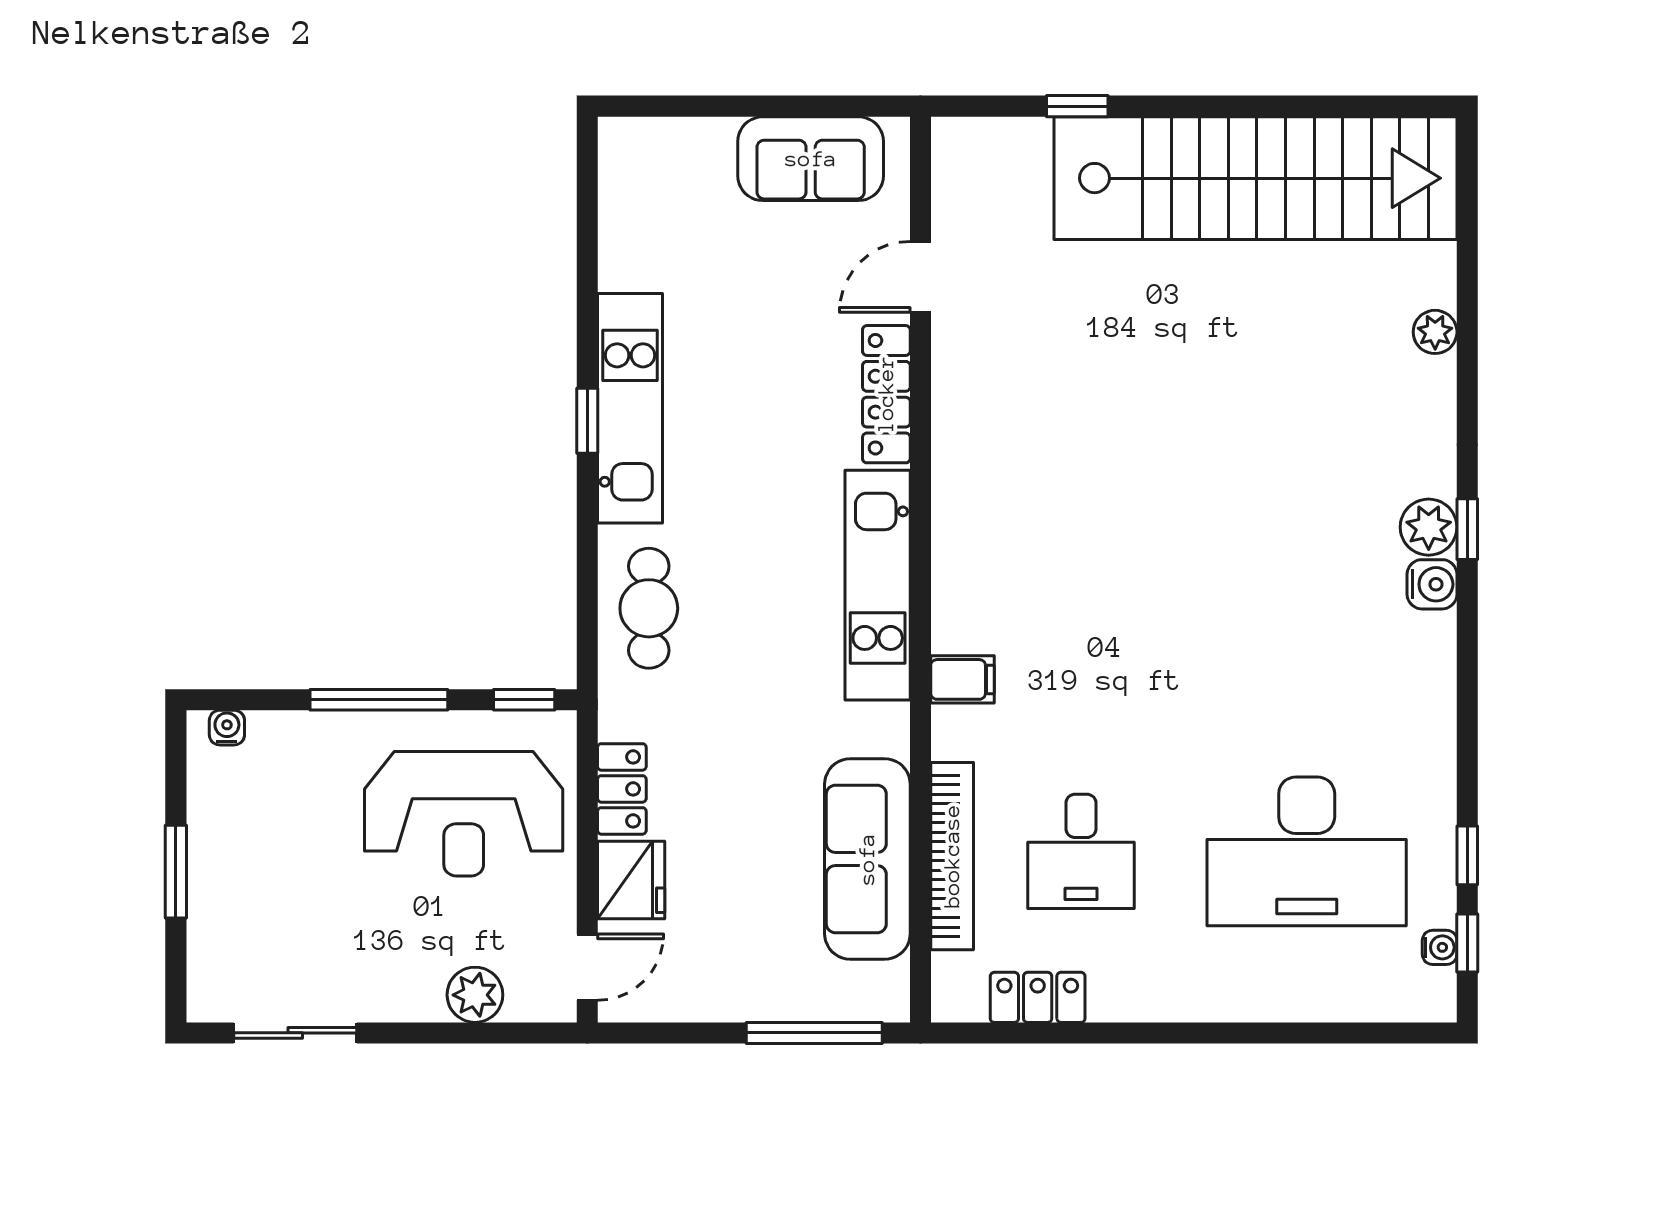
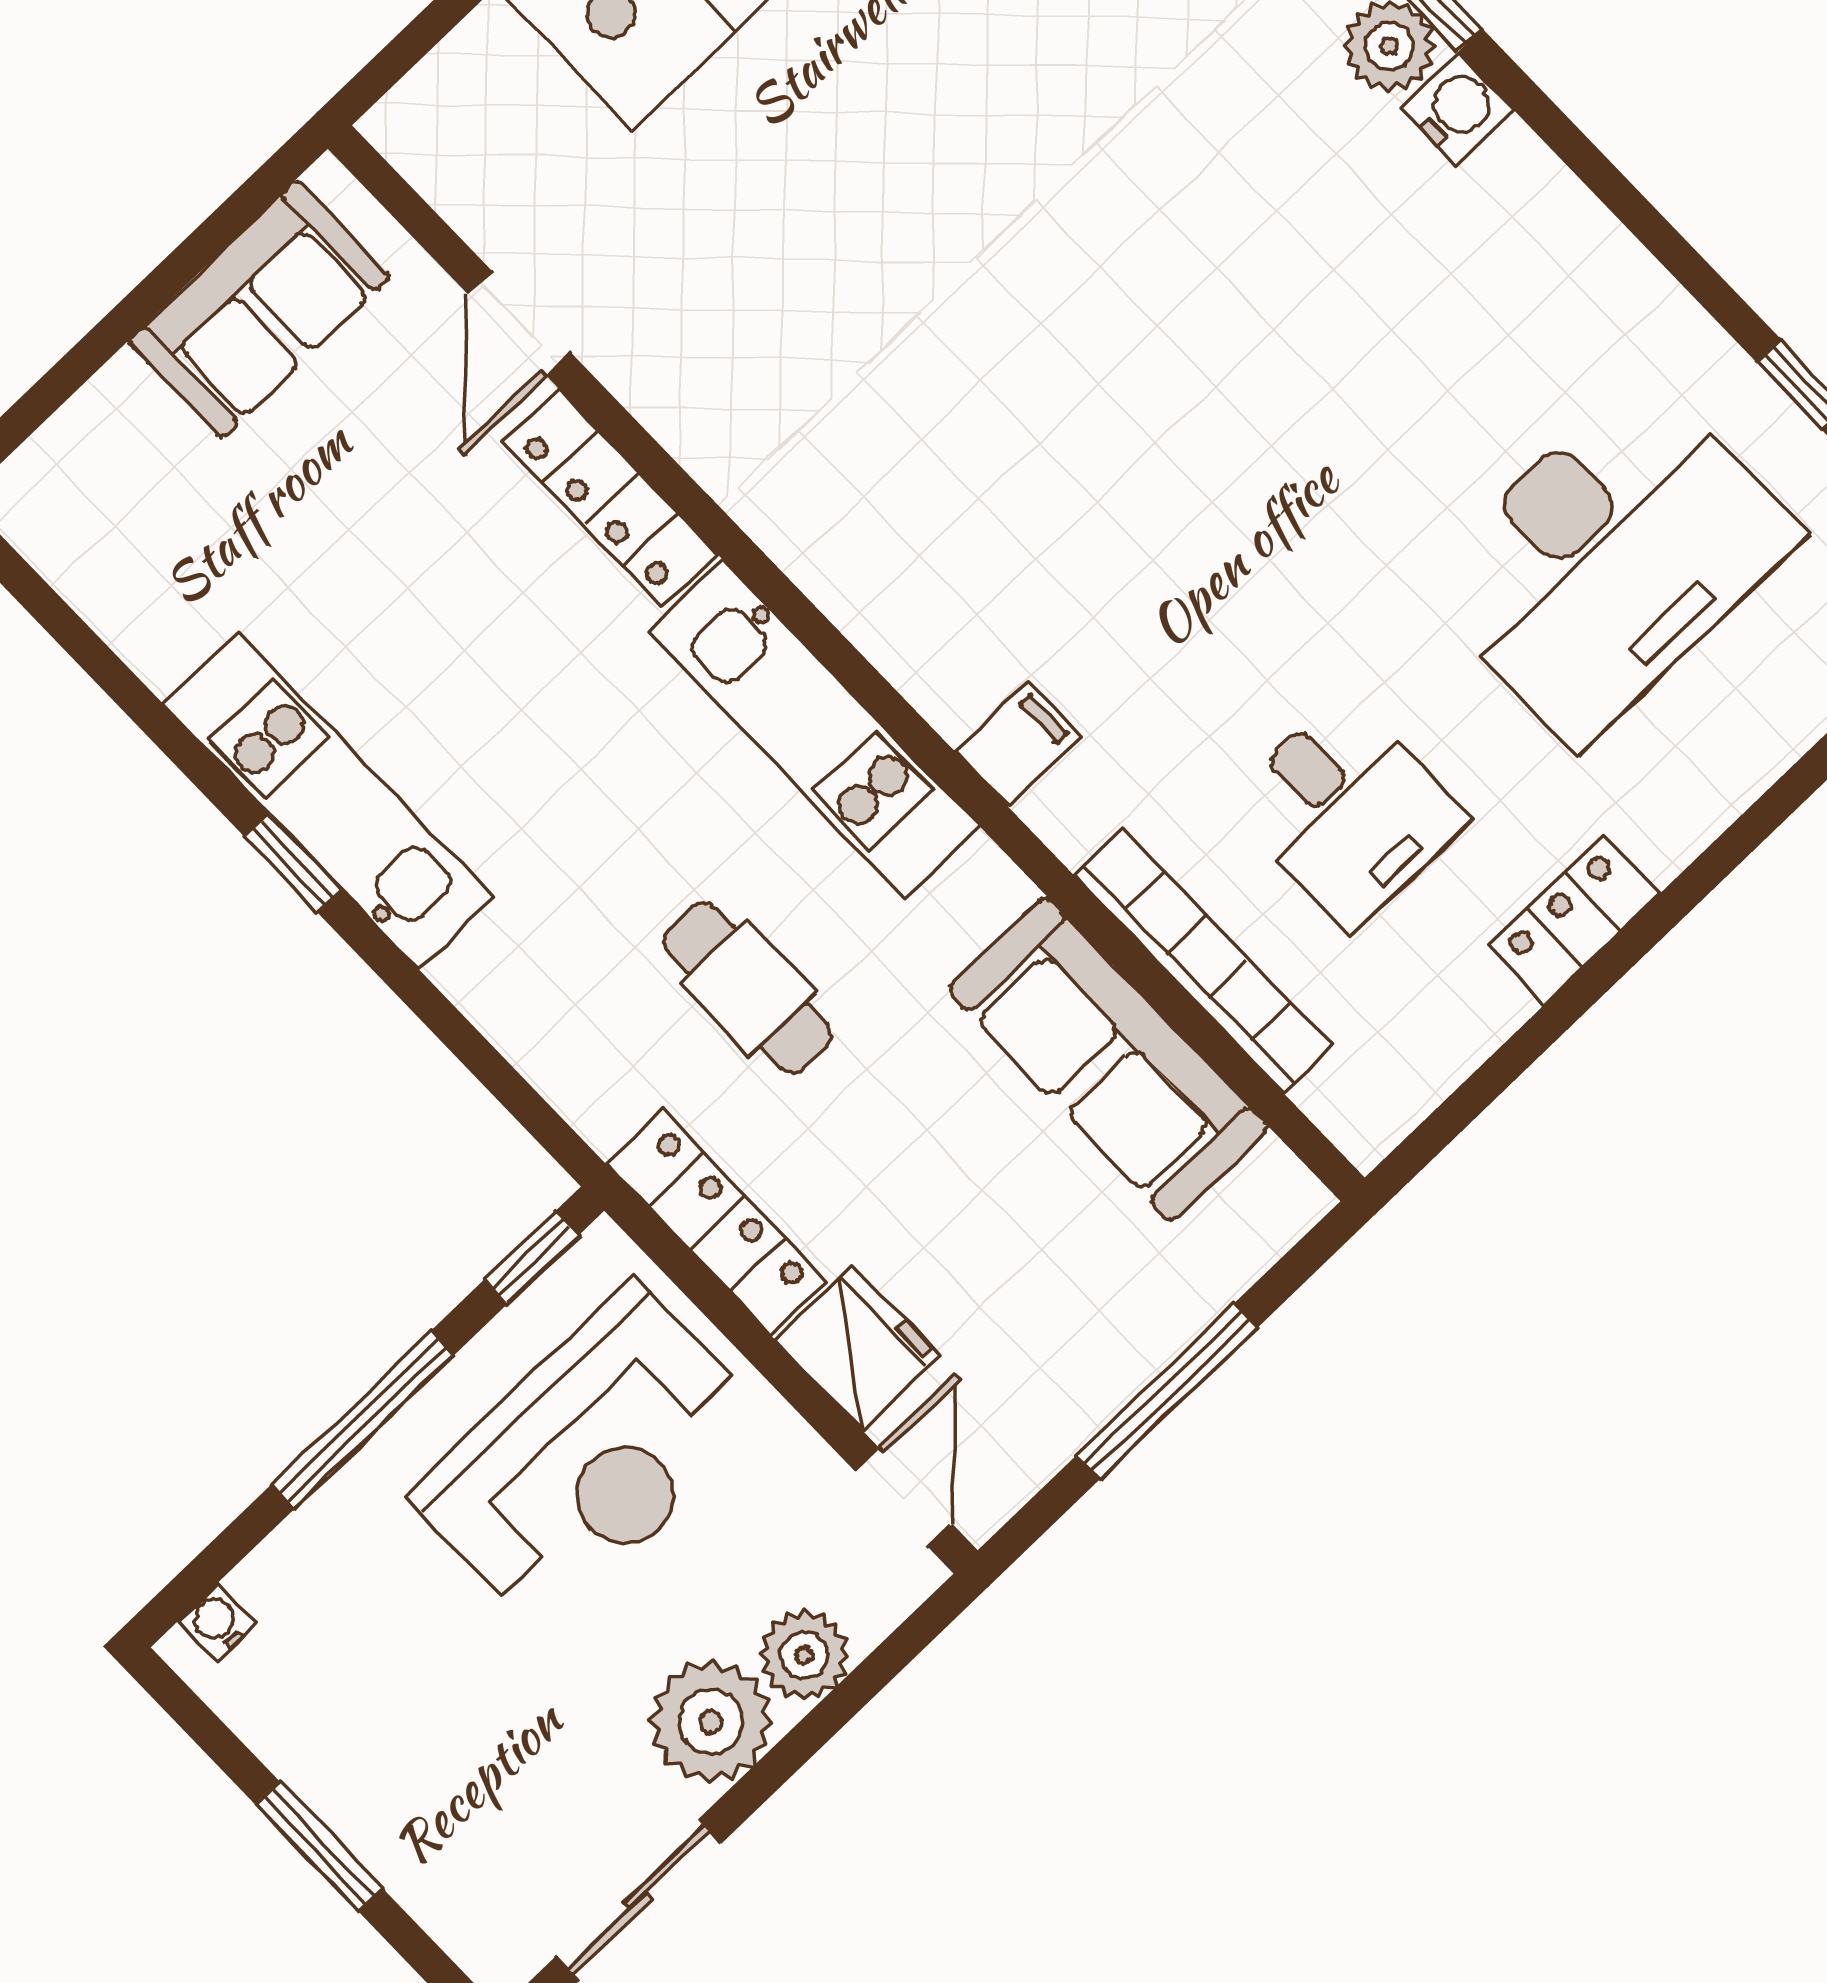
cafe table: (649, 608) -> (748, 988), moved
locker: (622, 789) -> (717, 1223), width x1.53
plant: (405, 984) -> (711, 1721), added
locker: (1038, 997) -> (1574, 920), moved
window: (814, 1033) -> (1167, 1391), moved

